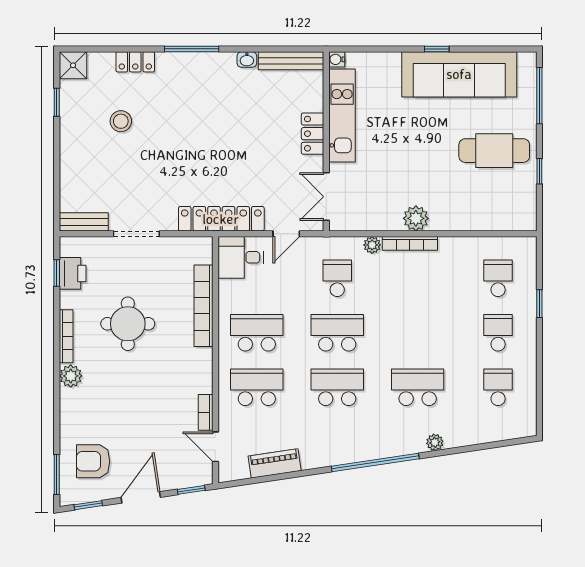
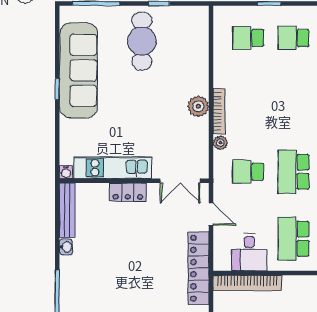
desk: (241, 257) -> (249, 252), moved
bookcase: (204, 306) -> (247, 283), moved

